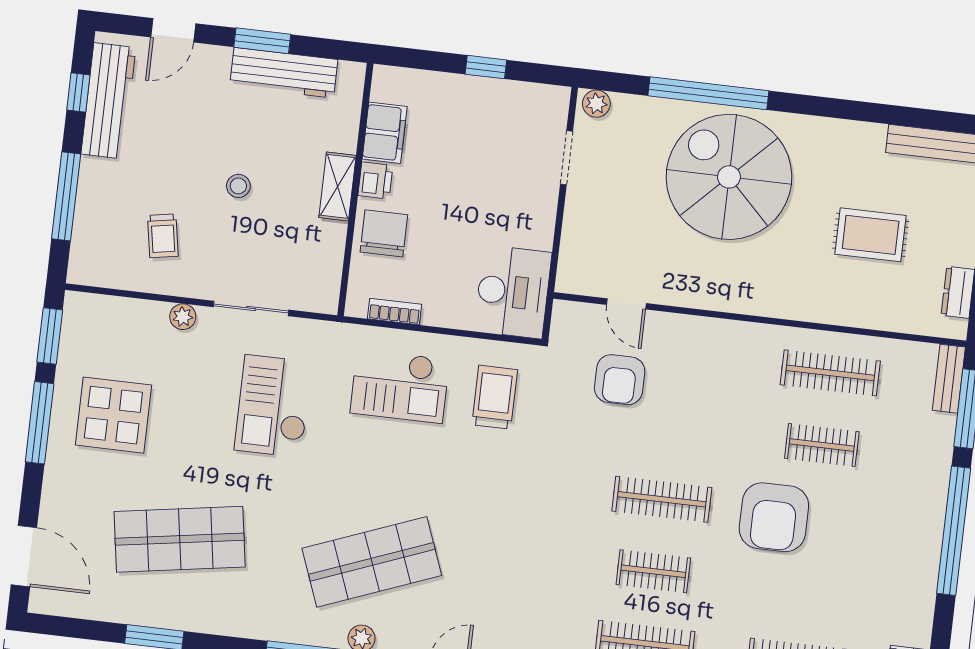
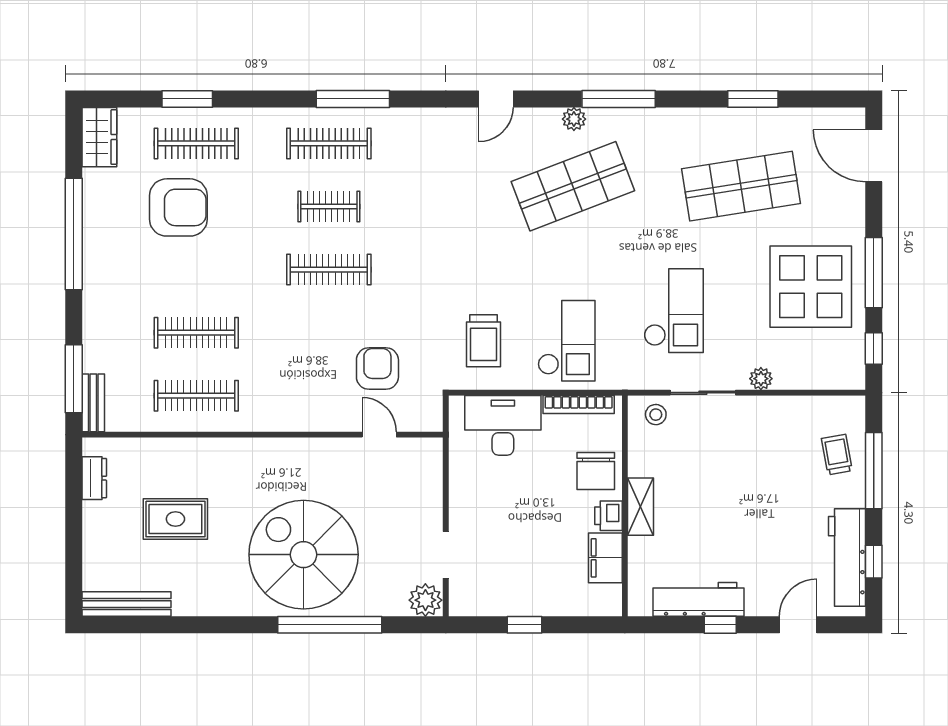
window: (262, 41) -> (720, 625), width x0.67
plant: (596, 104) -> (425, 600), width x1.38, depth x1.38
spiral stairs: (729, 177) -> (304, 555), turned 180
stool: (238, 186) -> (656, 415), moved
trolley: (163, 236) -> (837, 455), moved
desk: (513, 292) -> (503, 425), moved, turned 90
bookcase: (395, 312) -> (579, 405), width x1.56
window: (50, 336) -> (874, 348), width x0.67
checkout: (400, 386) -> (567, 341), turned 90
display table: (113, 415) -> (811, 287), width x1.36, depth x1.36
clothes rail: (822, 445) -> (196, 333), width x1.36
armchair: (774, 517) -> (178, 207), moved, turned 90
window: (954, 531) -> (74, 234), moved

